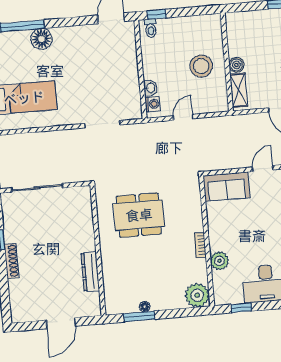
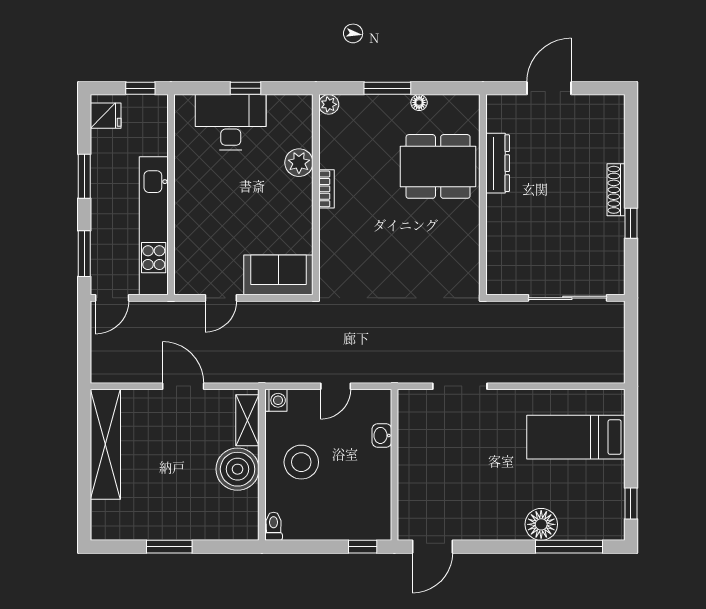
toilet: (151, 28) -> (274, 526), moved
boiler: (236, 65) -> (238, 469), width x1.86, depth x1.86
washing machine: (153, 104) -> (276, 400), moved, turned 180
dining table: (139, 215) -> (438, 166), moved
plant: (197, 295) -> (329, 104), width x0.53, depth x0.53
window: (241, 308) -> (246, 88), moved
window: (139, 316) -> (387, 88), moved

